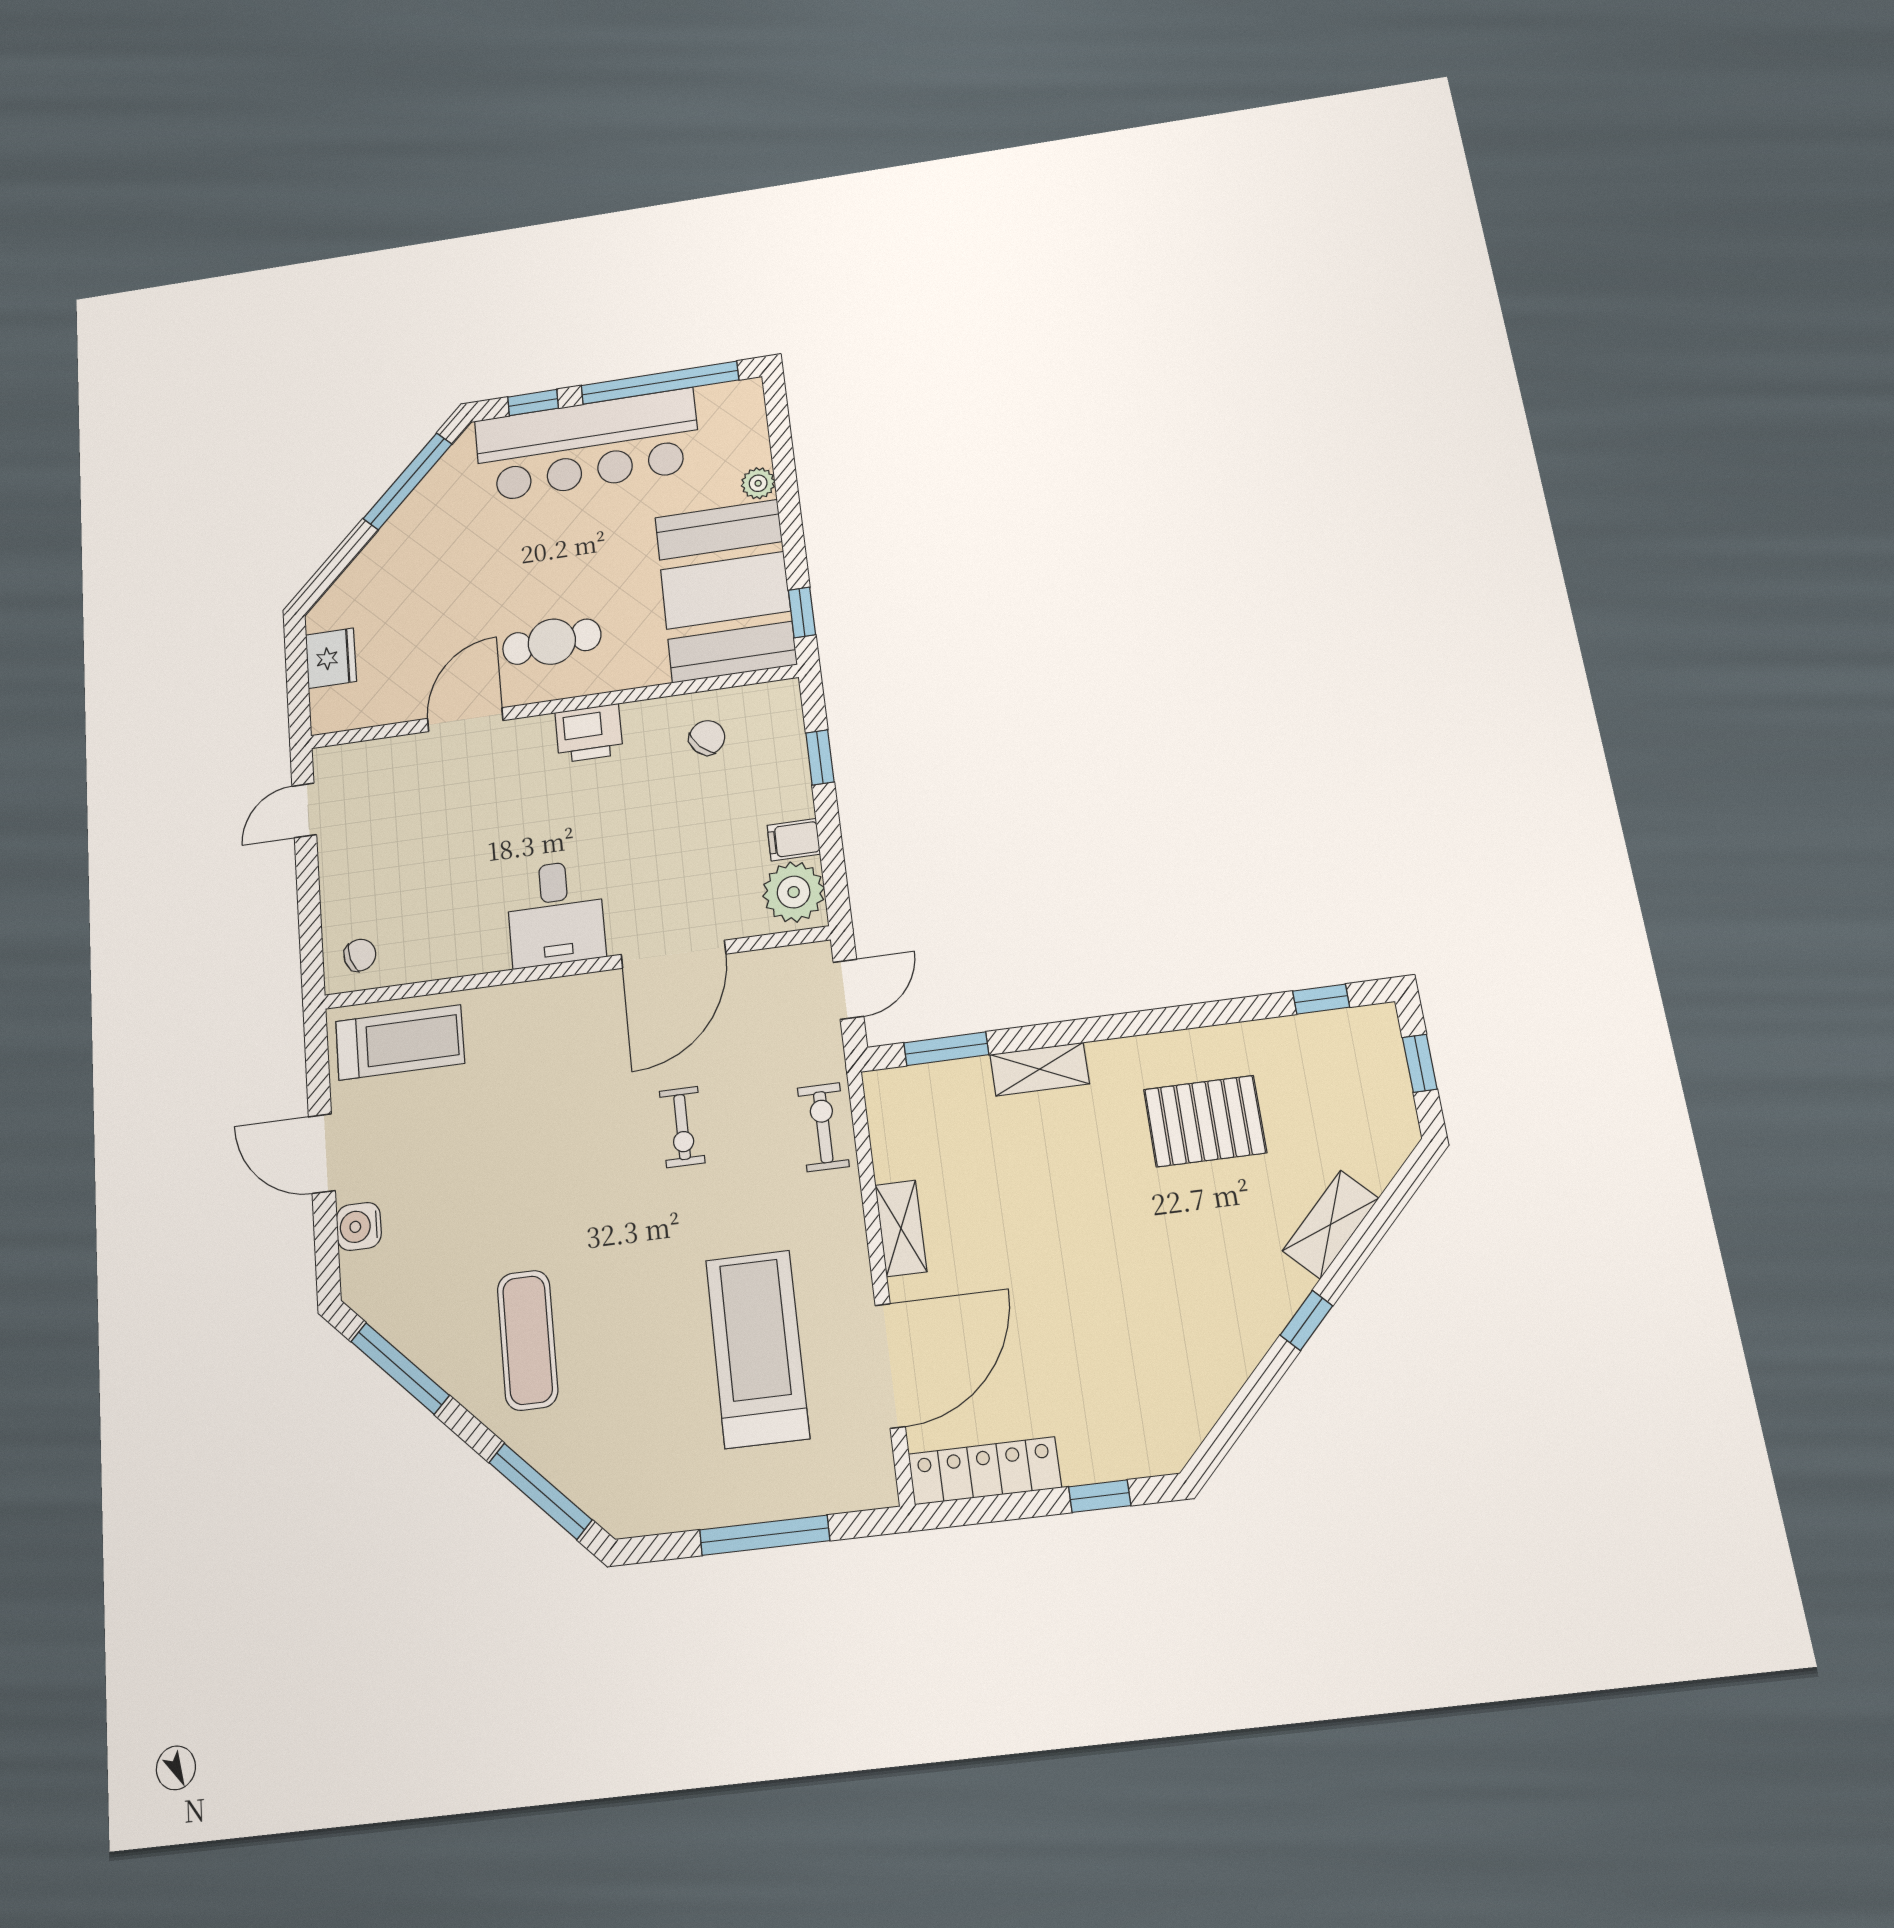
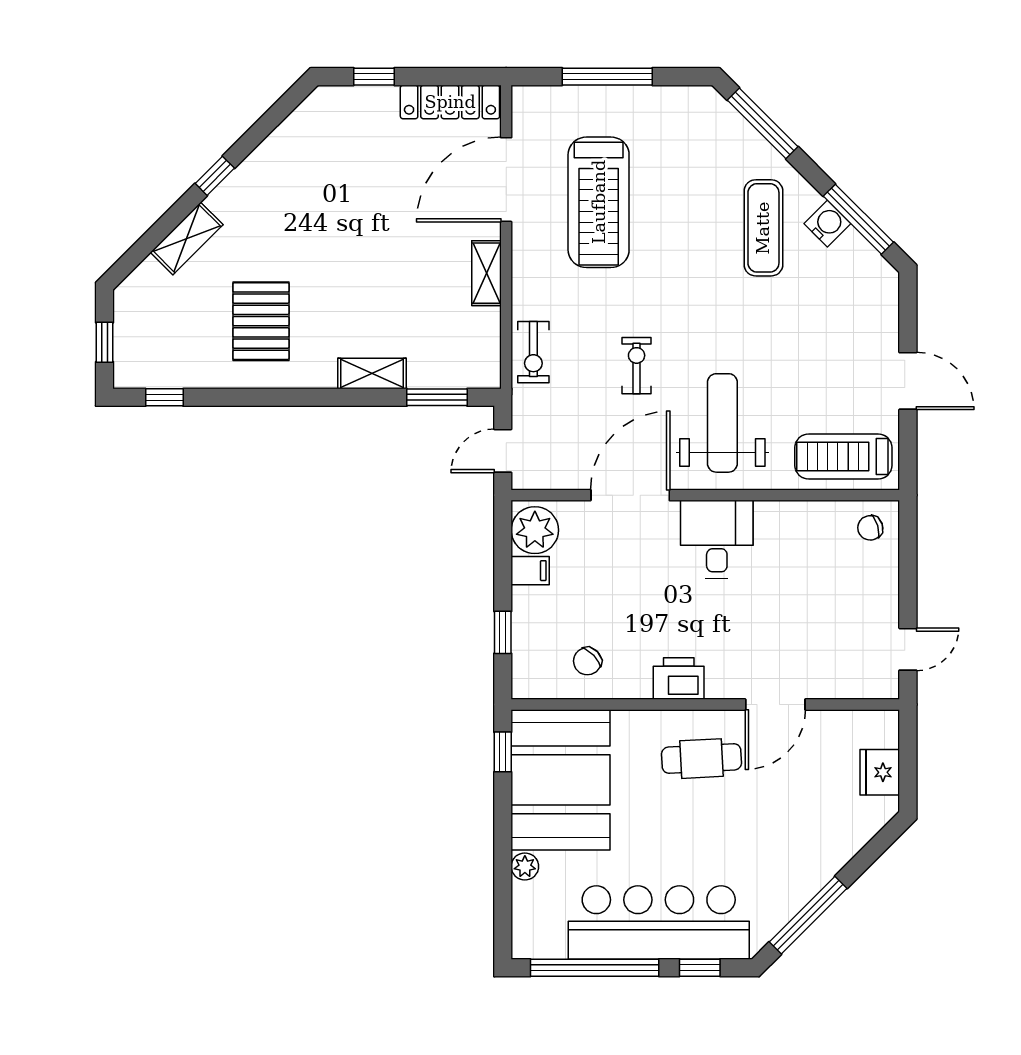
weight bench: (561, 1065) -> (722, 423), added
pallet: (1205, 1121) -> (261, 321), turned 90
water cooler: (359, 1226) -> (827, 224), moved, turned -45

